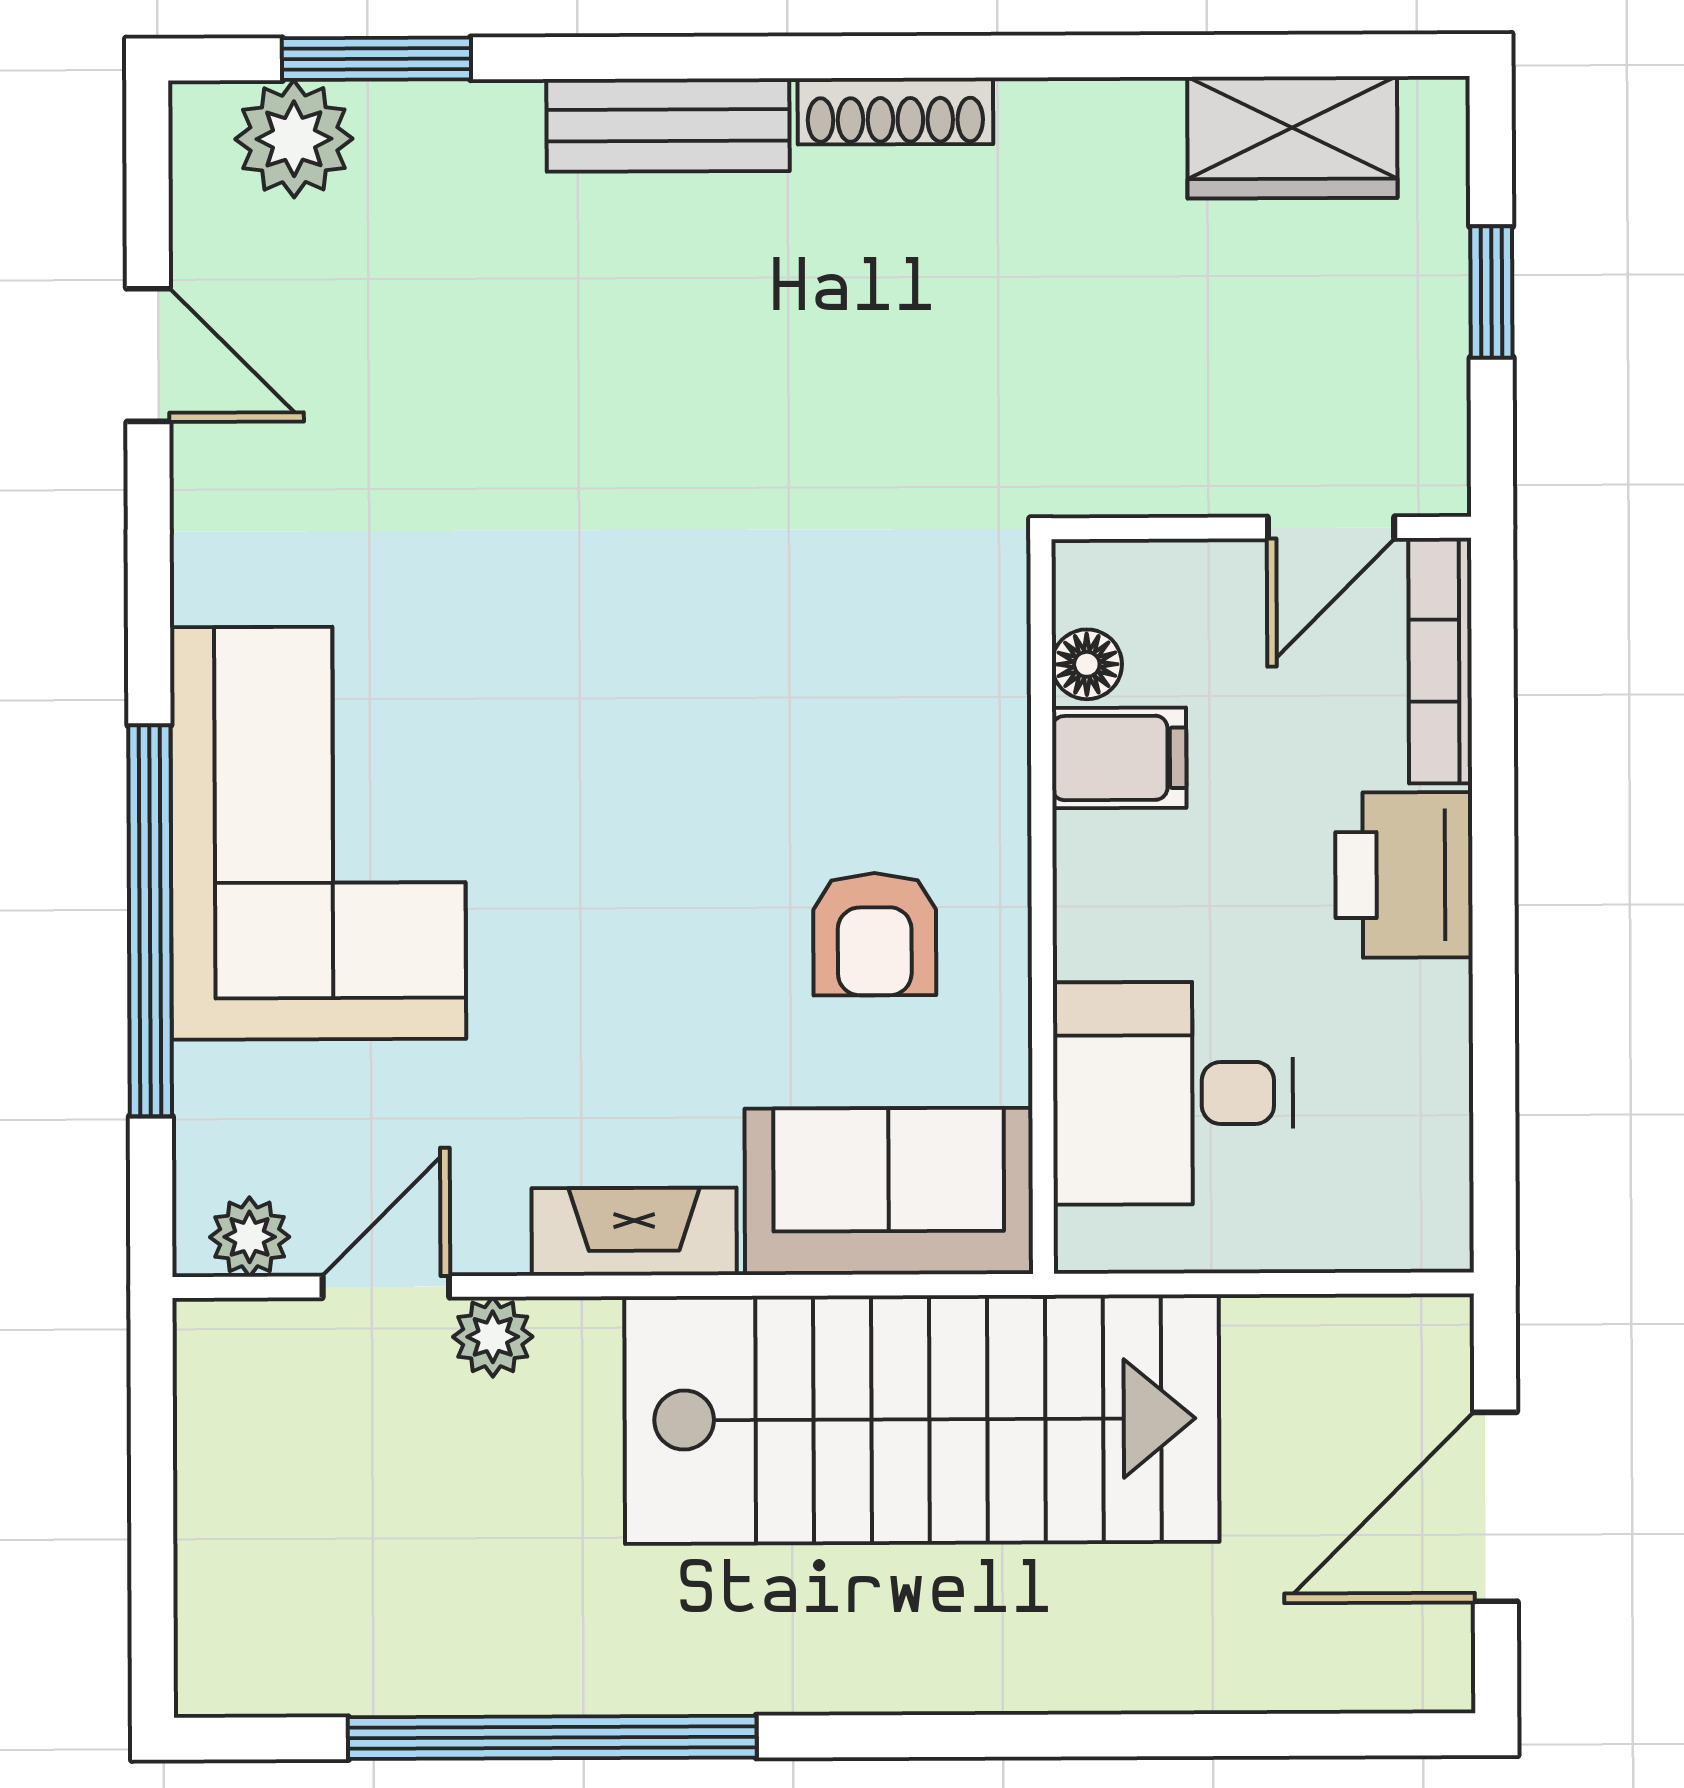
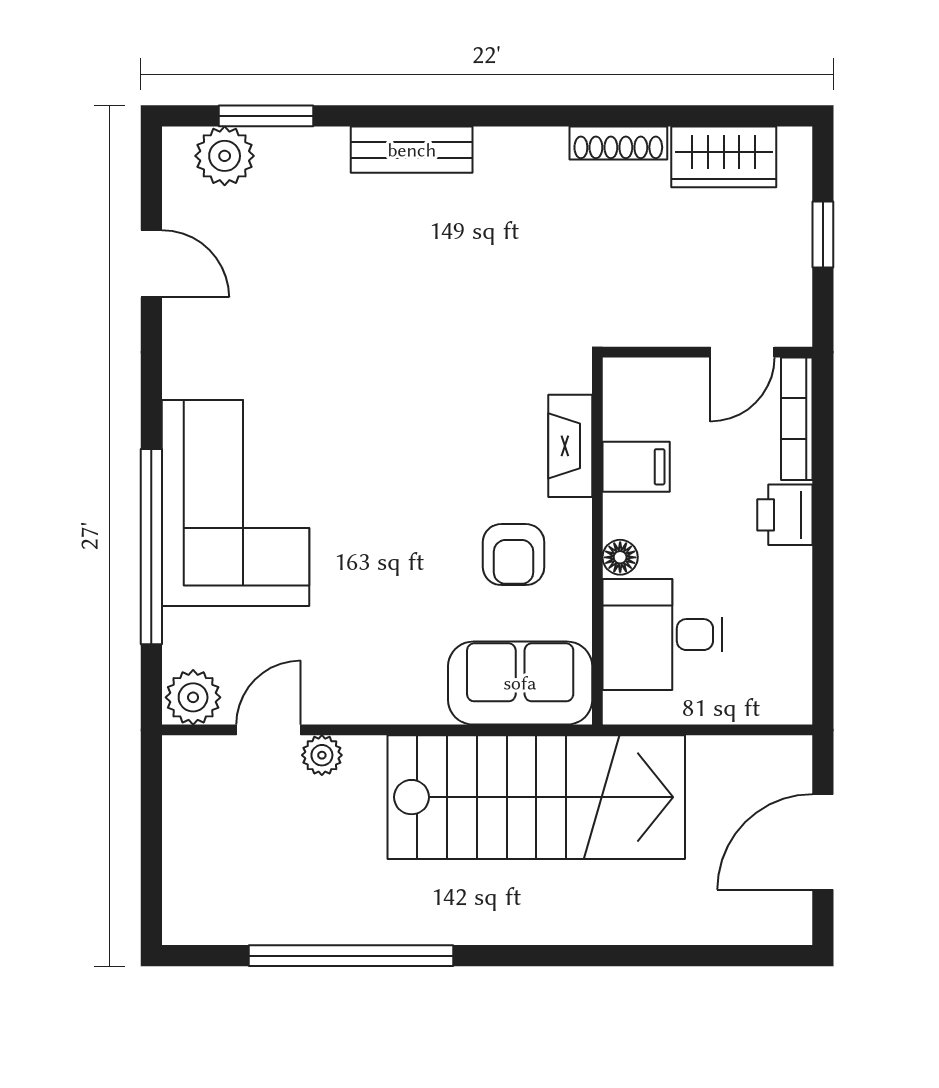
shoe rack: (895, 111) -> (618, 143), moved
floor lamp: (1087, 664) -> (620, 557), moved
printer: (1404, 875) -> (785, 515), width x0.73, depth x0.81
fireplace: (634, 1232) -> (570, 446), moved, turned -90
plant: (250, 1237) -> (193, 697), width x1.38, depth x1.38

